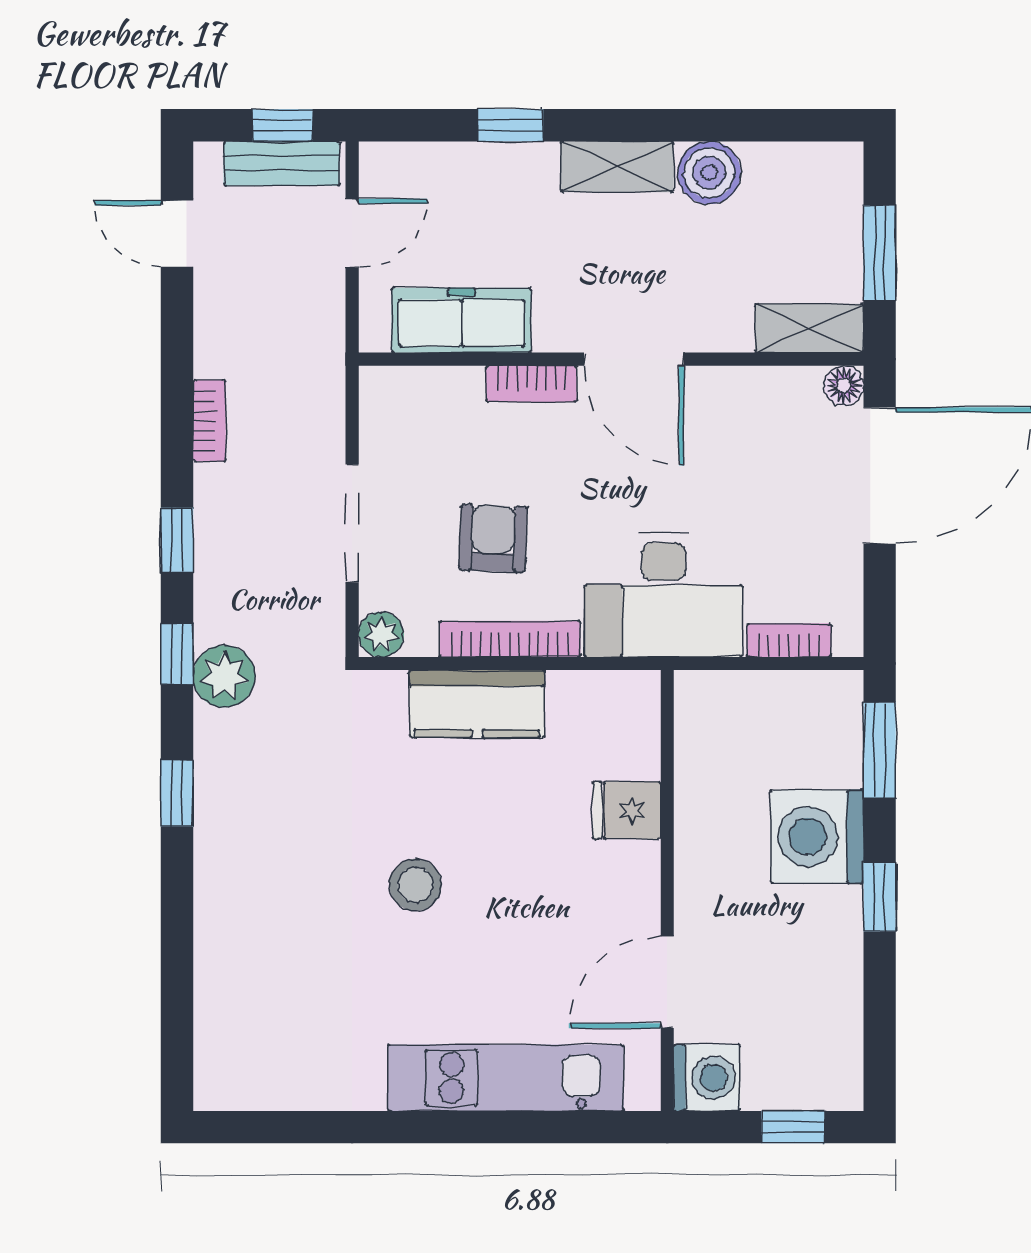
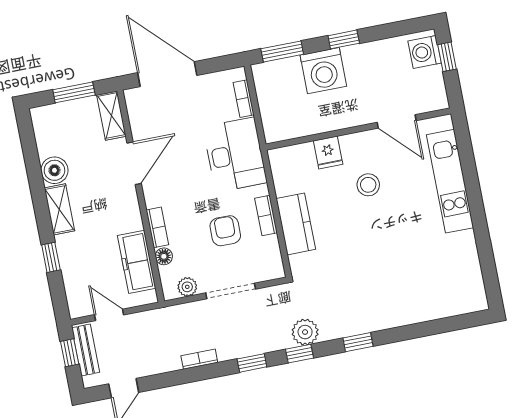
door: (634, 359) -> (134, 163), moved
floor lamp: (844, 385) -> (164, 256), moved
armchair: (493, 538) -> (225, 231), turned 88
plant: (381, 634) -> (187, 287), moved
bookcase: (510, 639) -> (266, 216), width x0.64
stool: (415, 885) -> (368, 185), moved
washing machine: (707, 1078) -> (425, 52), moved, turned -90

